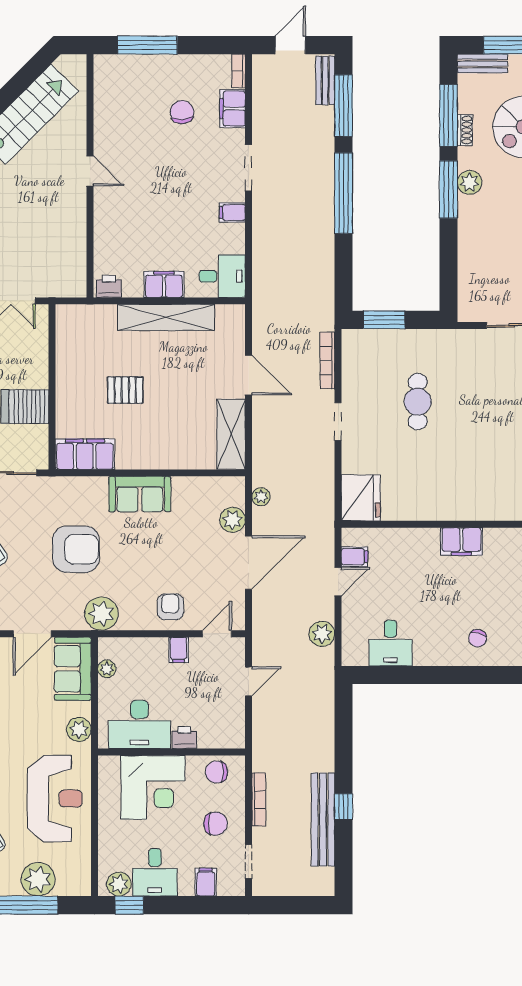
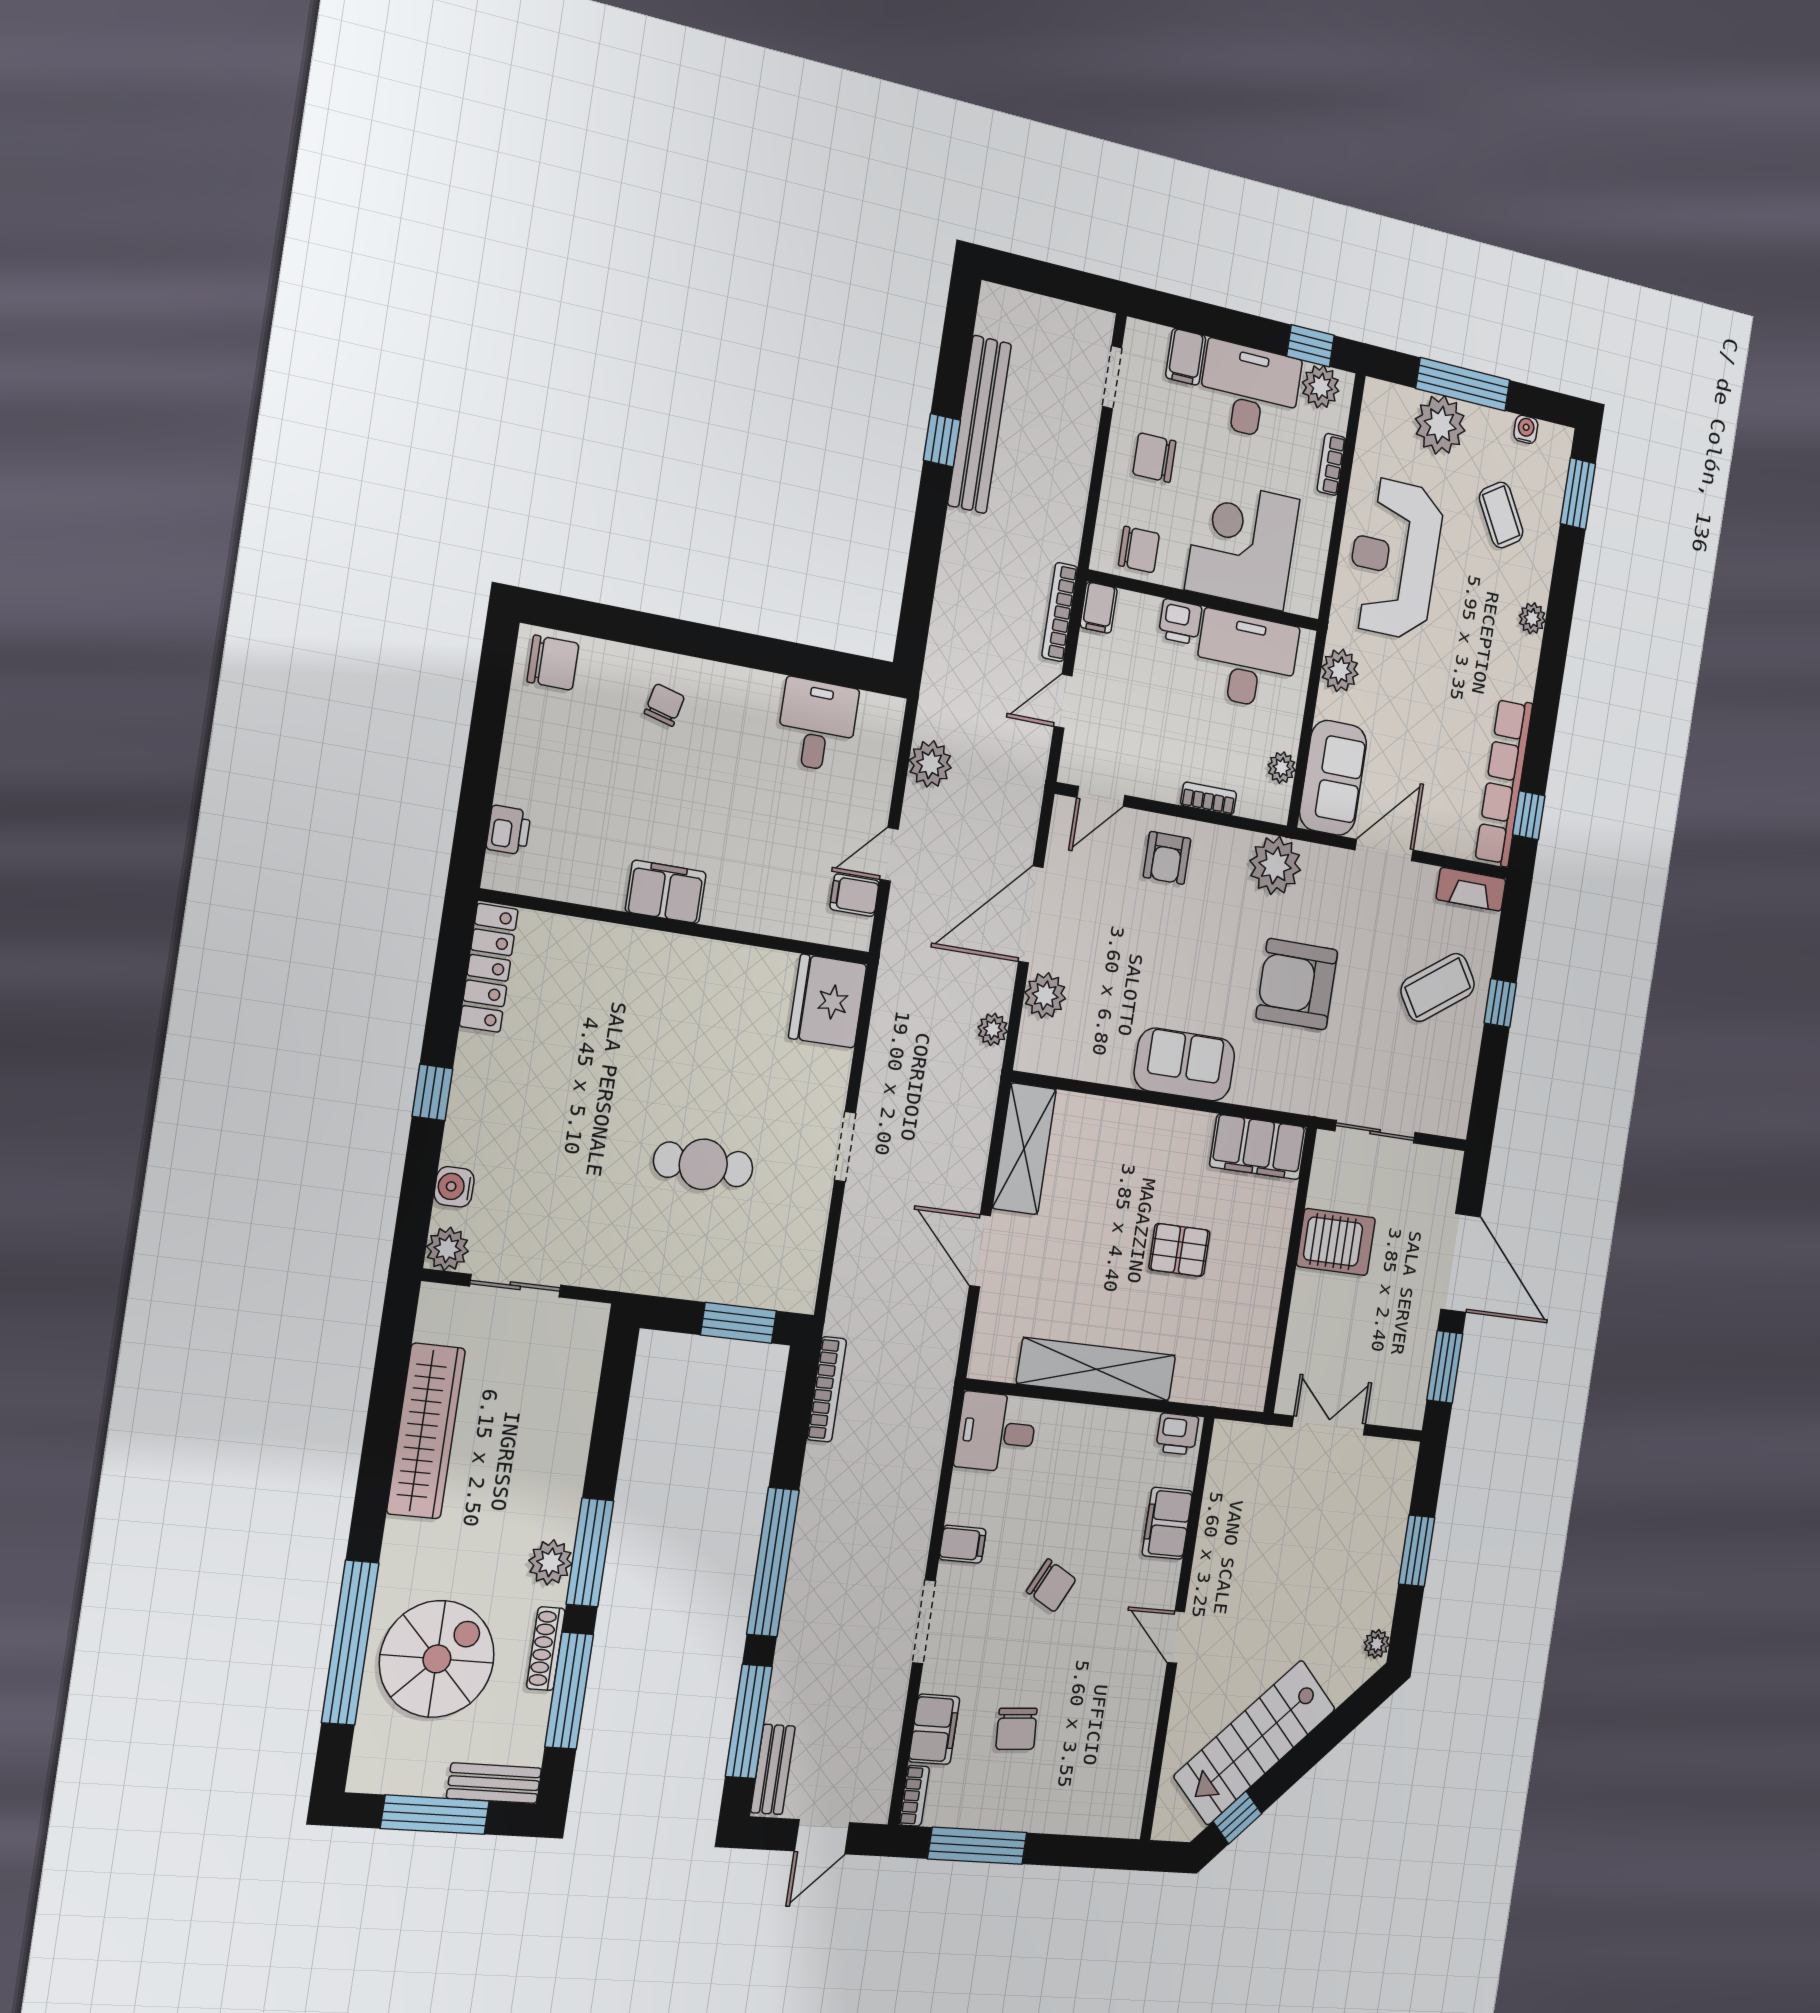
window: (147, 45) -> (977, 1846), moved
window: (32, 70) -> (1237, 1817), added
shoe rack: (465, 130) -> (546, 1649), width x1.43
chair: (174, 194) -> (1051, 1585), added
filing cabinet: (164, 284) -> (1167, 1523), moved, turned 90
bookcase: (327, 361) -> (827, 1389), moved
cafe table: (418, 402) -> (703, 1164), turned 90
bookcase: (150, 644) -> (1209, 798), added
filing cabinet: (178, 650) -> (1099, 608), moved, turned 180
bookcase: (259, 800) -> (1060, 612), moved
bookcase: (105, 843) -> (1331, 464), added
desk: (155, 872) -> (1250, 391), width x1.37

